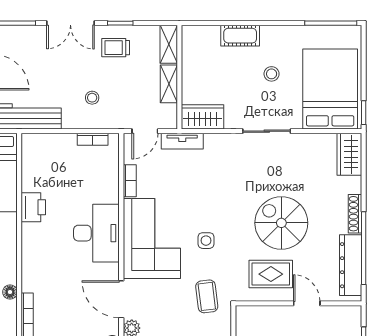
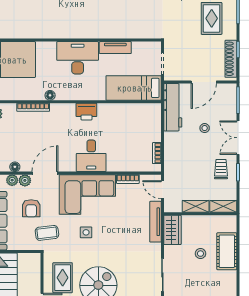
cot: (240, 36) -> (227, 251), width x1.37, depth x1.34
stool: (272, 74) -> (200, 254), moved
stool: (92, 98) -> (205, 128), moved
tv unit: (182, 141) -> (155, 222), width x1.41
printer: (33, 207) -> (86, 112), moved
desk: (96, 233) -> (91, 156), width x0.73
armchair: (172, 319) -> (31, 208), added

